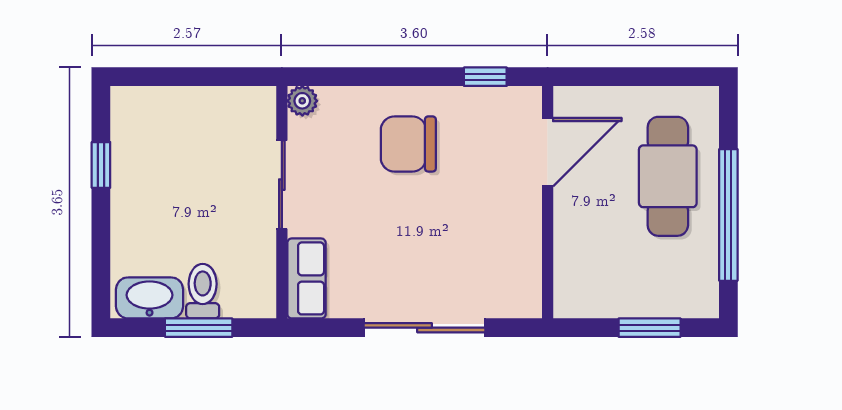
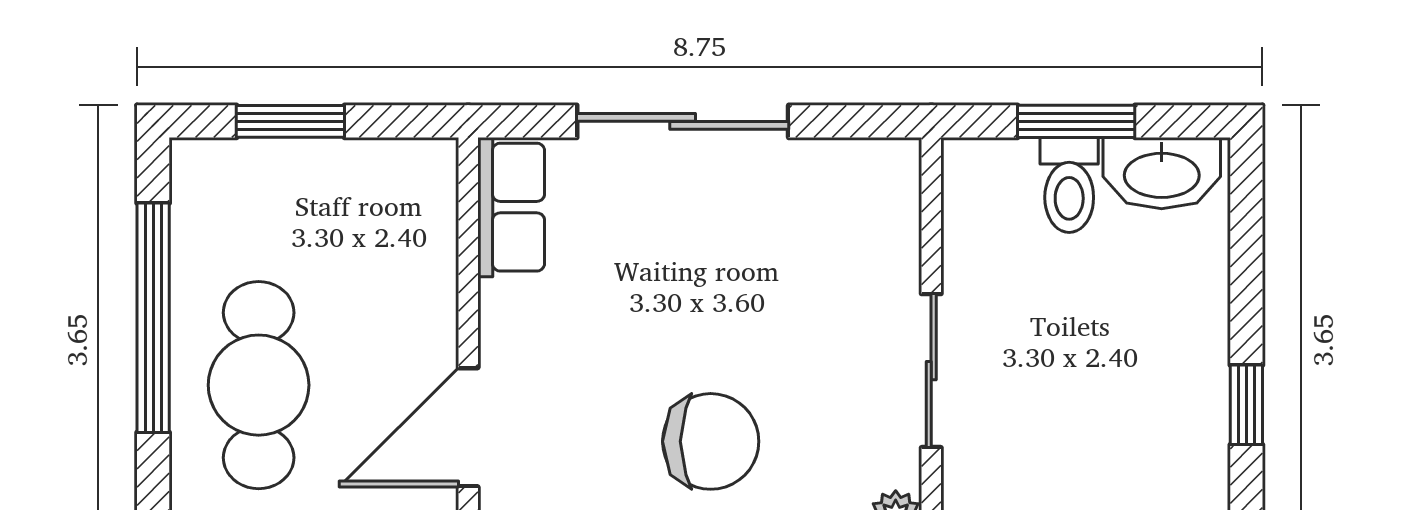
row of seats: (306, 278) -> (511, 207), moved, turned 180

